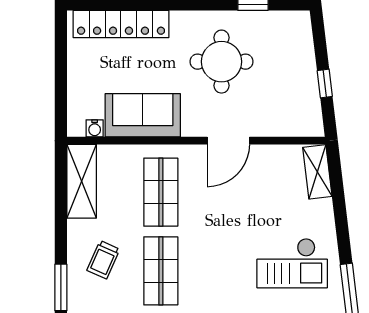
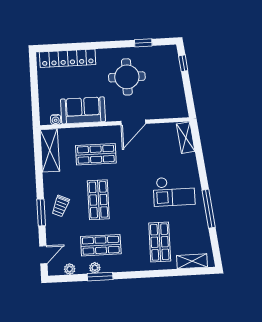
window: (325, 84) -> (183, 63), moved
shop shelf: (161, 192) -> (96, 154), turned 90
trolley: (103, 260) -> (60, 206), moved

